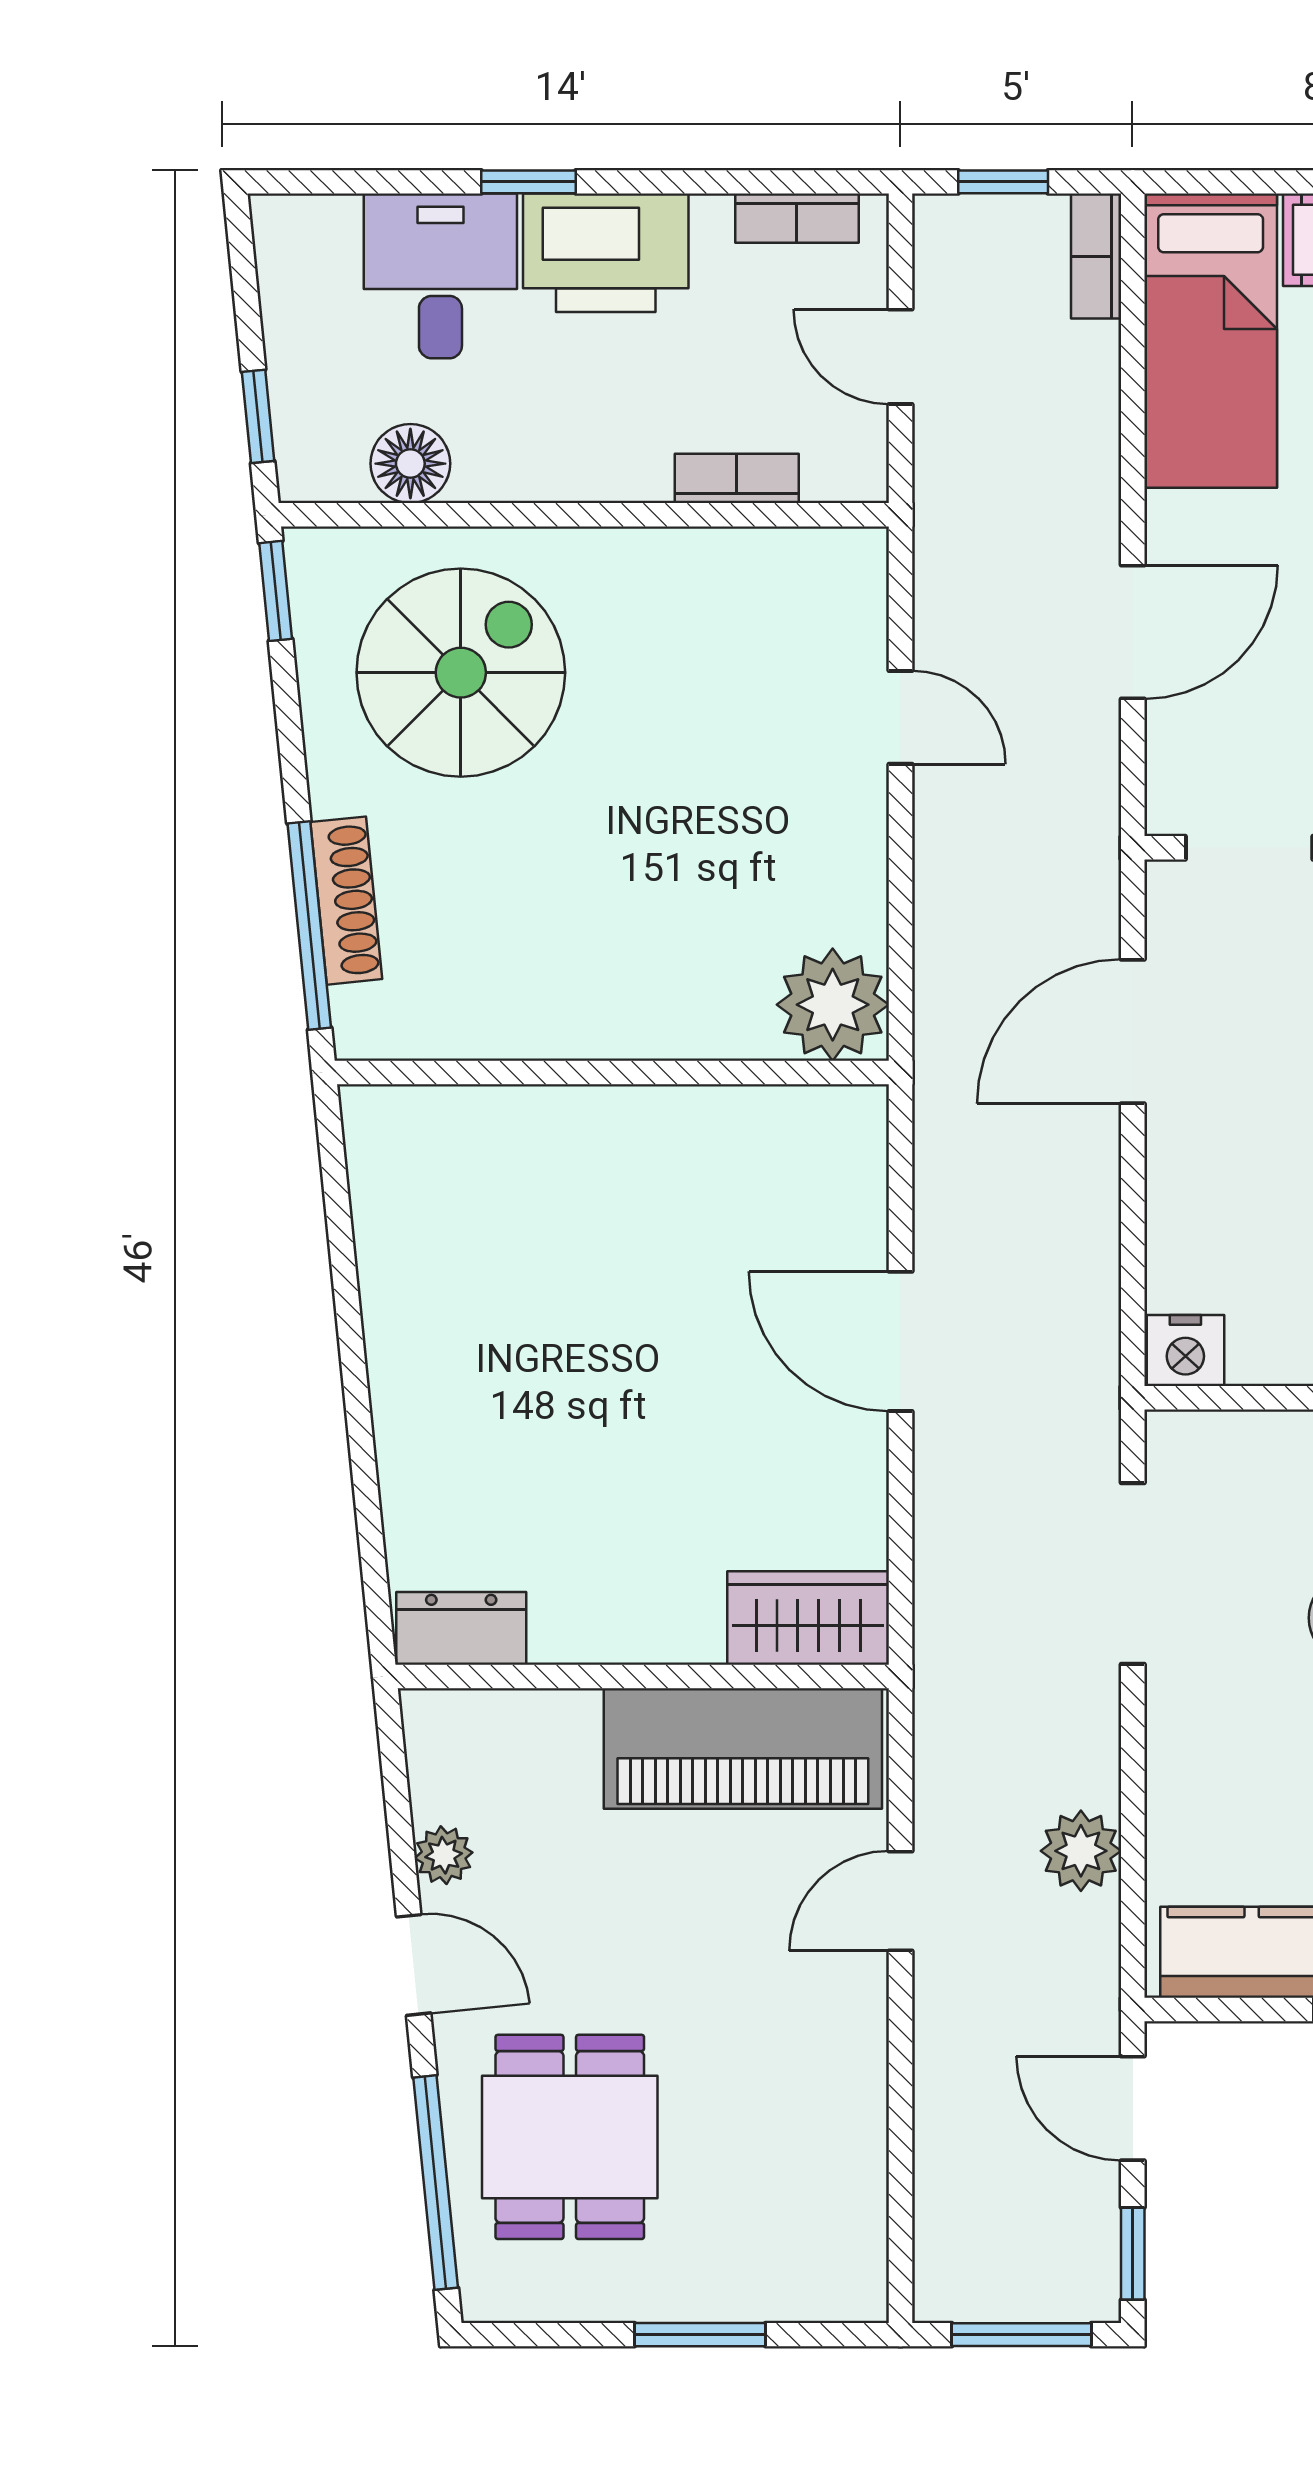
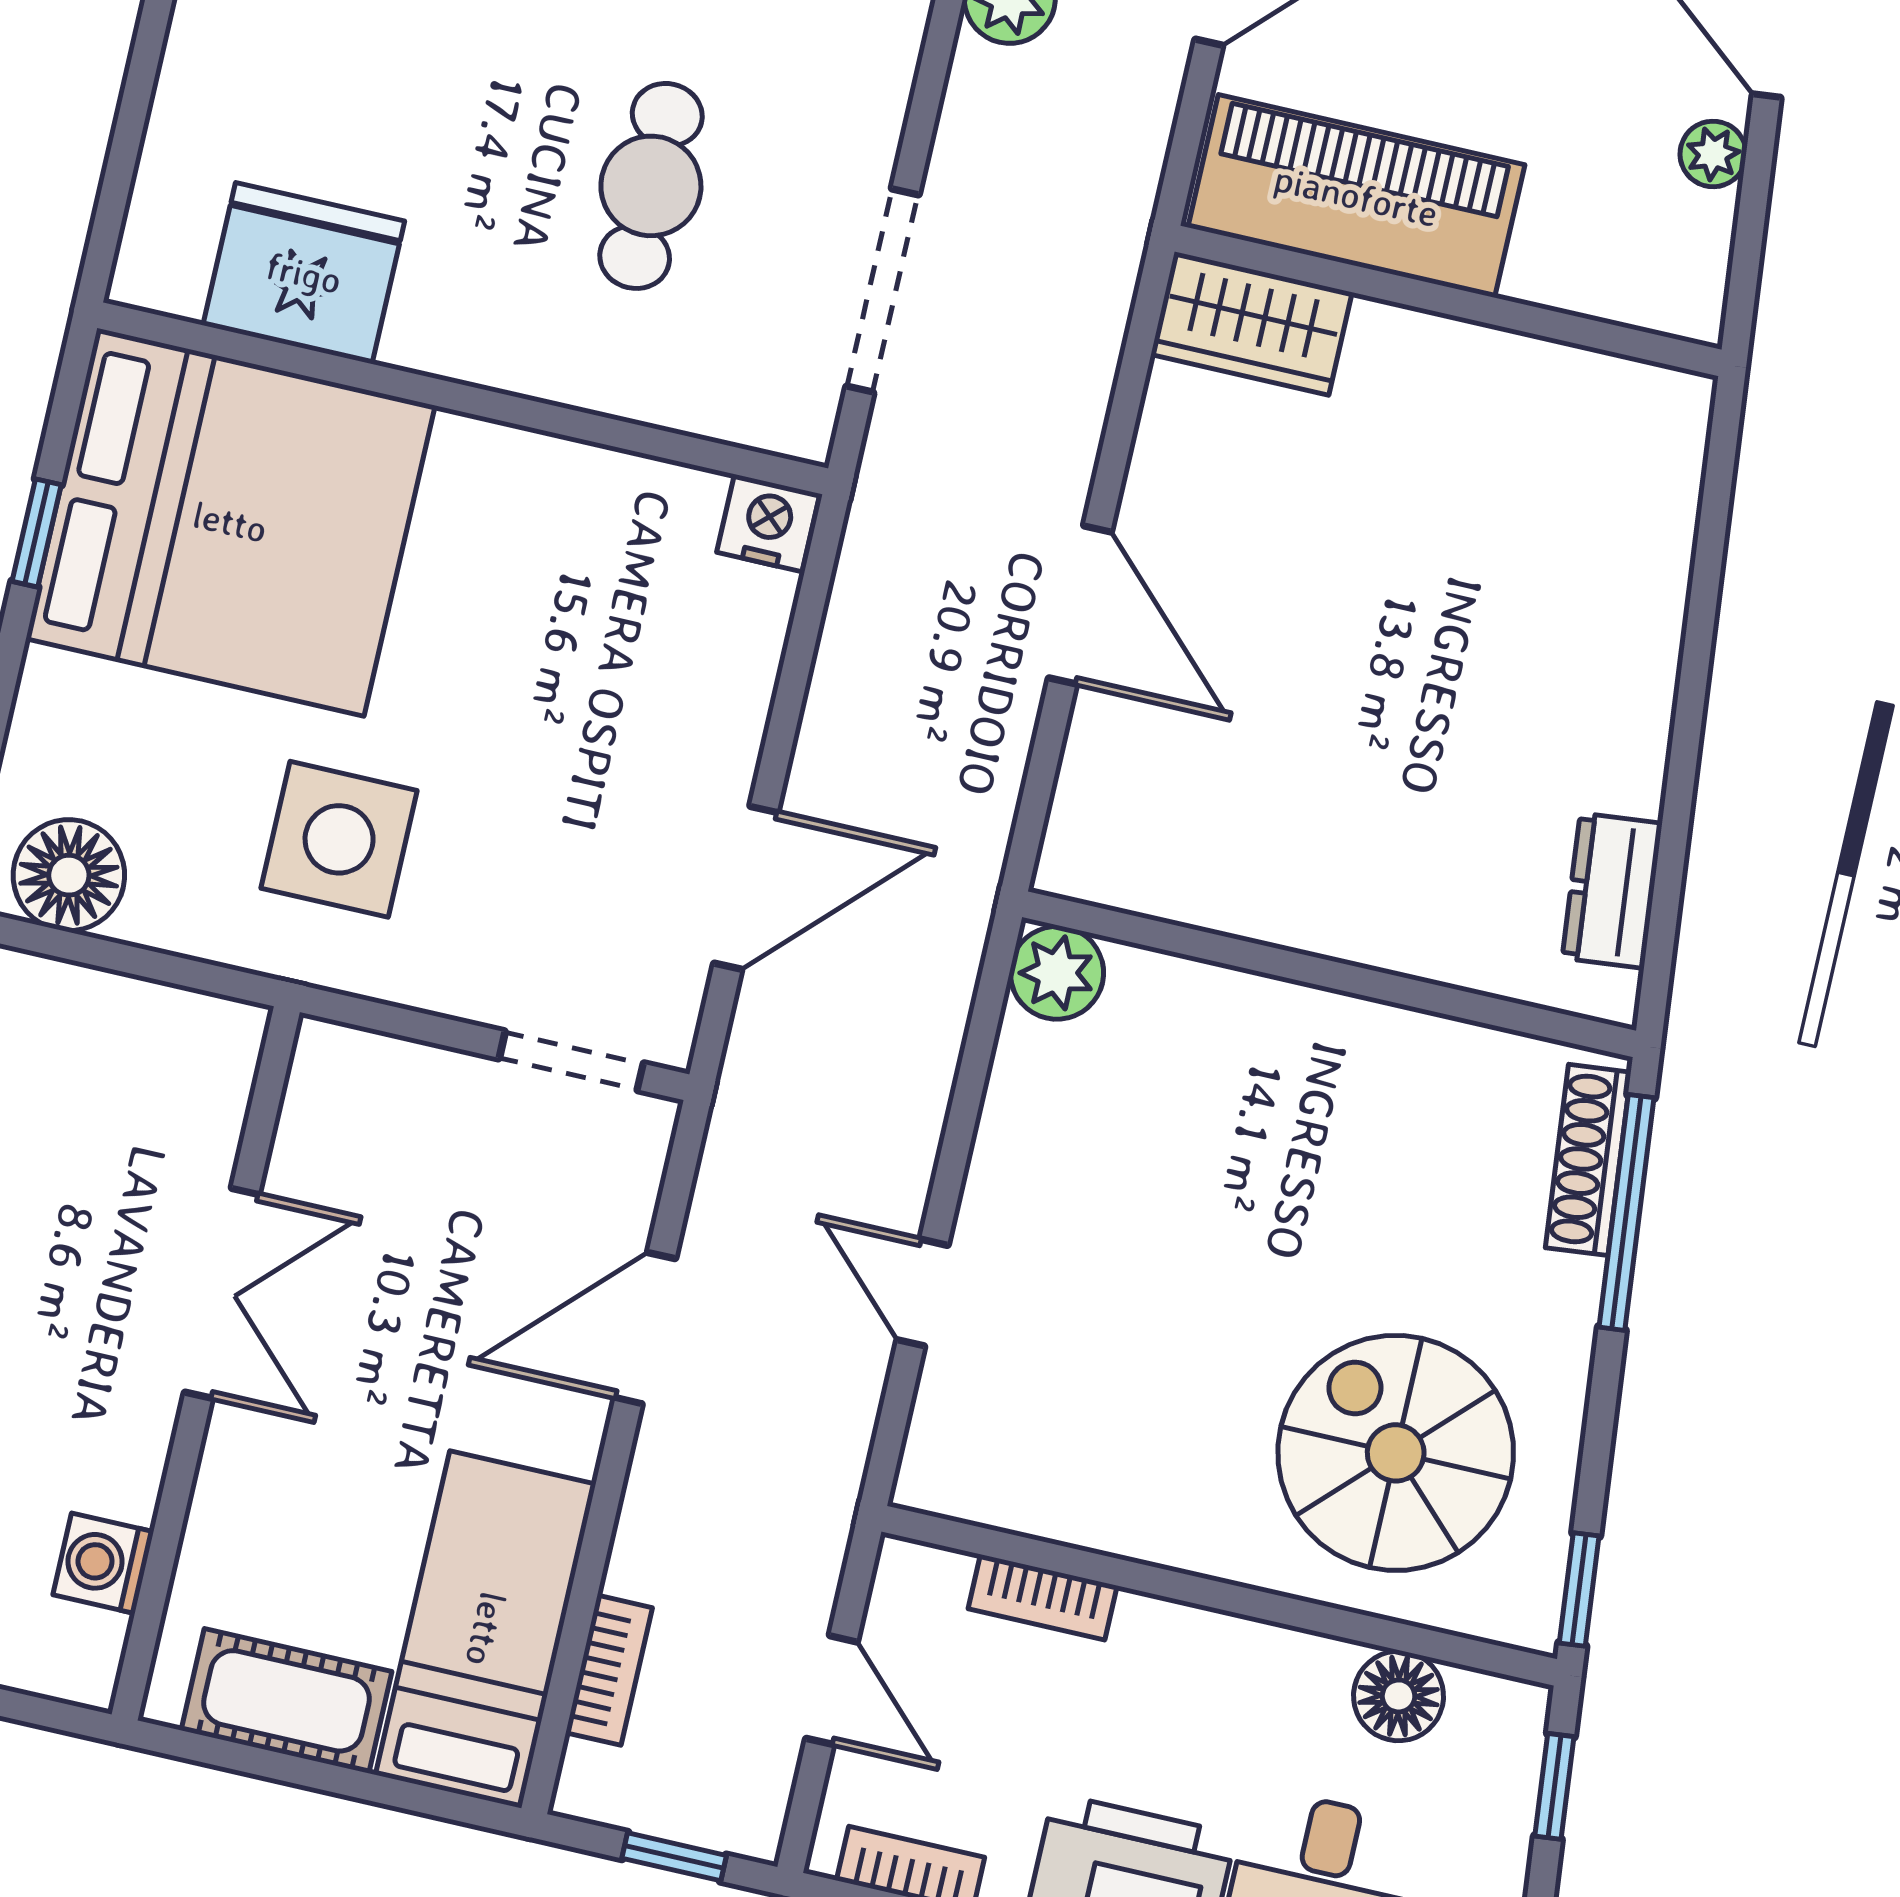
bookcase: (1096, 256) -> (609, 1670), moved
spiral stairs: (461, 673) -> (1396, 1453), turned 90
shoe rack: (346, 901) -> (1588, 1160), moved
plant: (833, 1005) -> (1057, 973), width x0.73, depth x0.73
dresser: (461, 1628) -> (1612, 891), moved, turned 84

